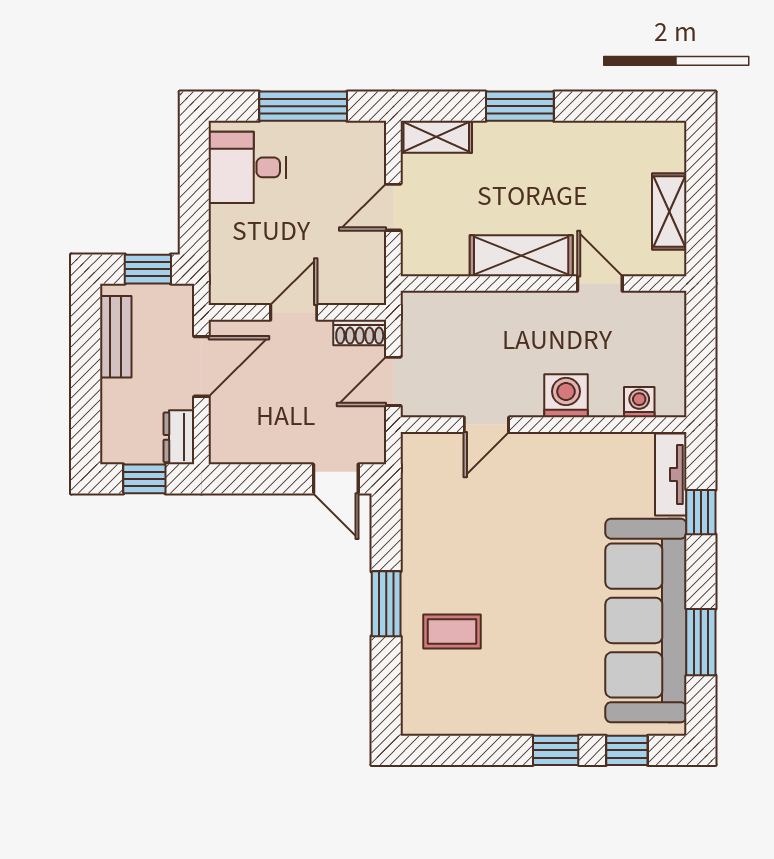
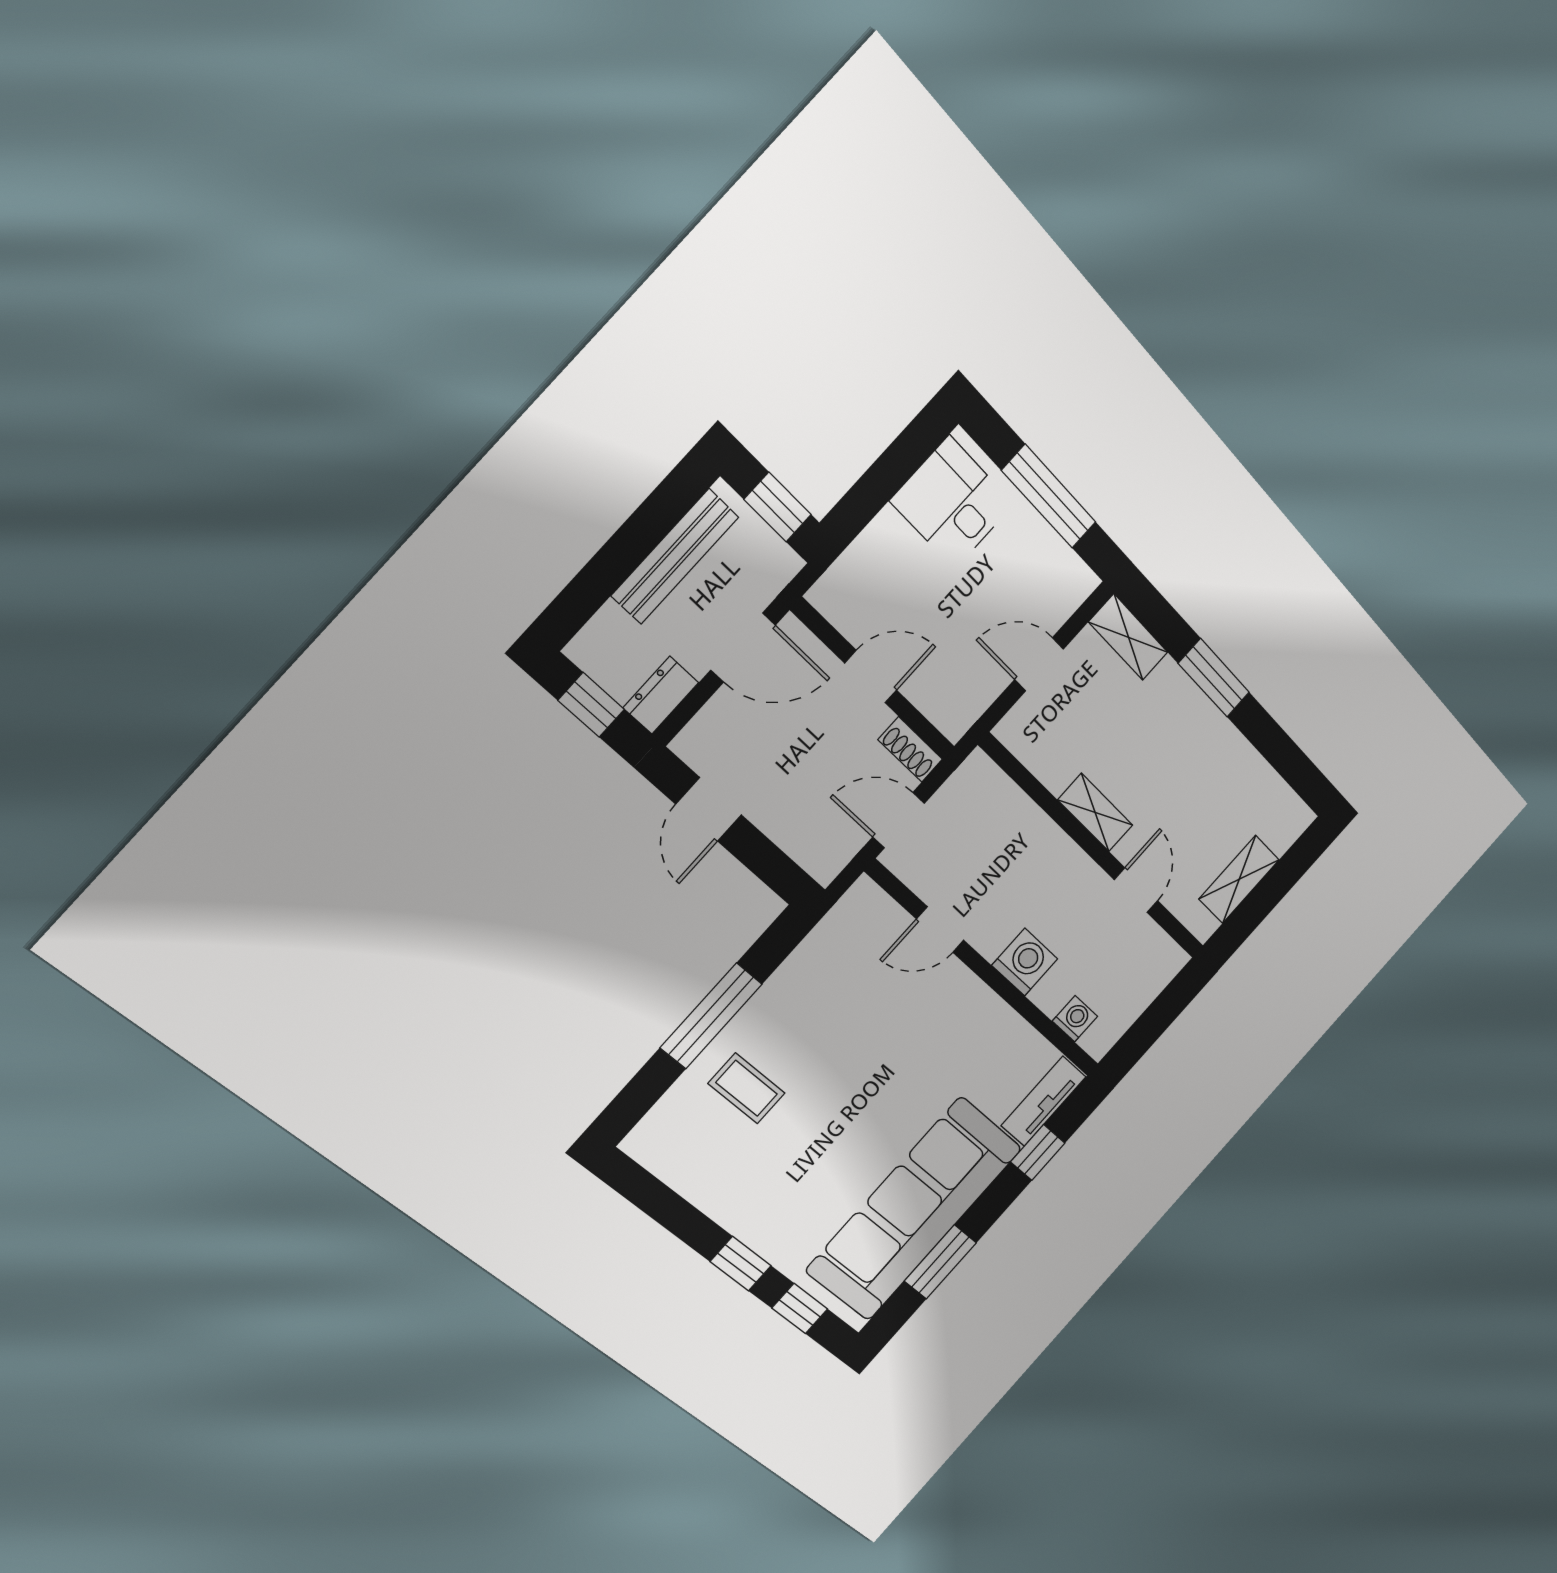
shelving: (521, 256) -> (1095, 813), width x0.67, depth x0.75
bench: (116, 337) -> (675, 556), width x1.36
door: (336, 479) -> (709, 809), moved
window: (386, 604) -> (711, 1016), width x1.44

